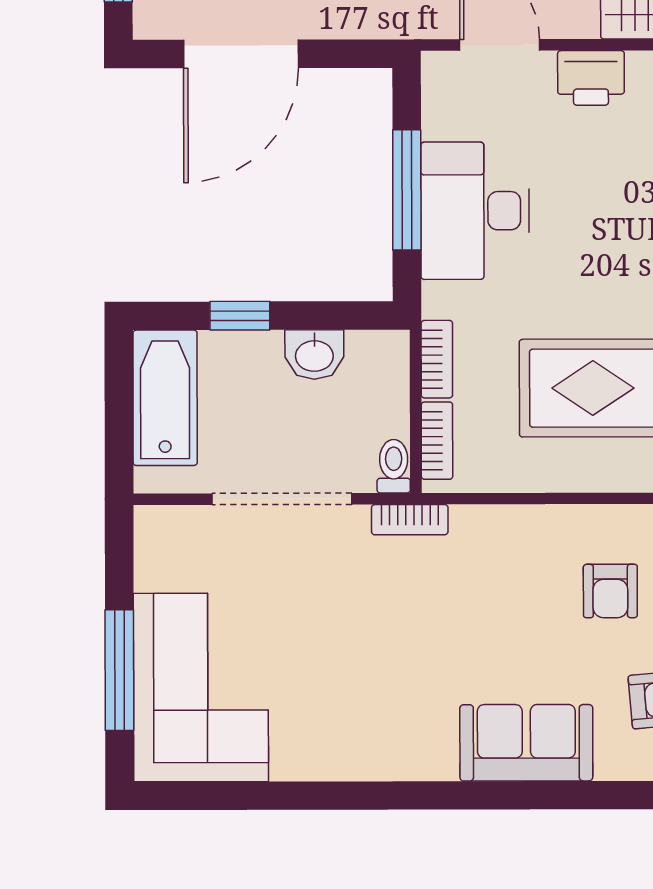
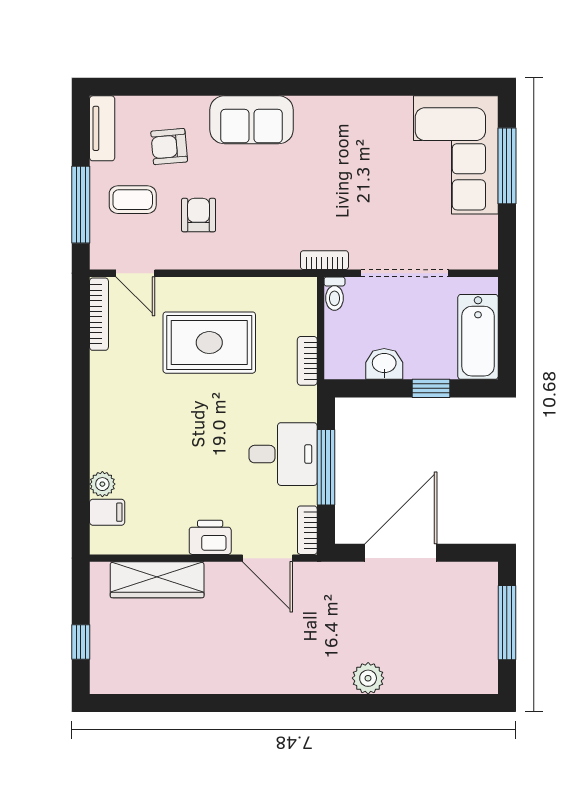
door: (241, 54) -> (401, 553), moved
desk: (475, 211) -> (283, 454), width x0.73
bookcase: (437, 441) -> (307, 530), moved

